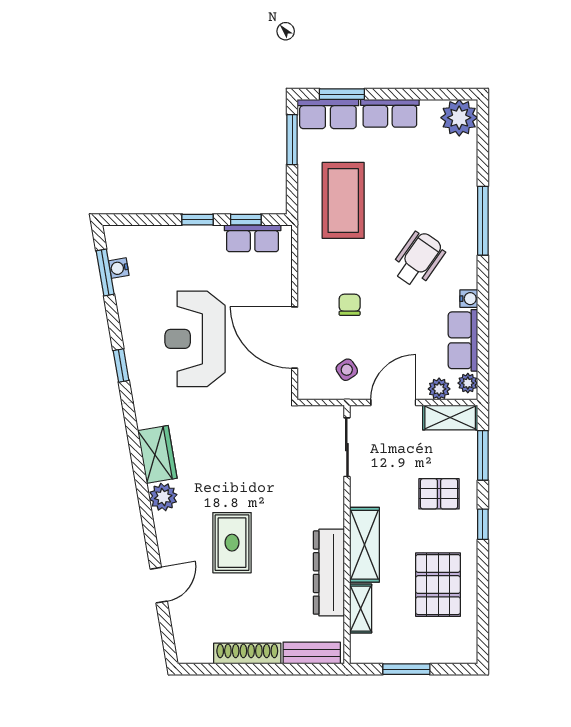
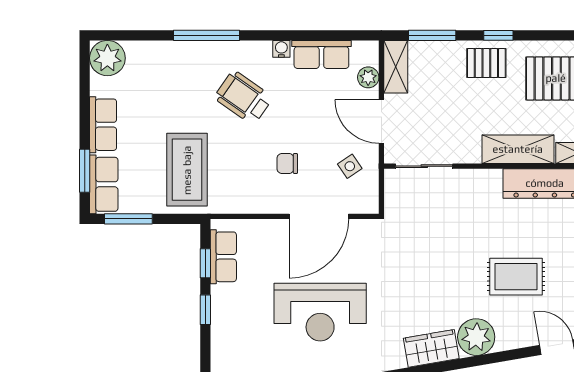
coffee table: (343, 200) -> (187, 170), turned 90
plant: (468, 383) -> (363, 50), removed
pallet: (439, 494) -> (486, 63), moved, turned 90
plant: (163, 497) -> (476, 337), width x1.36, depth x1.36

